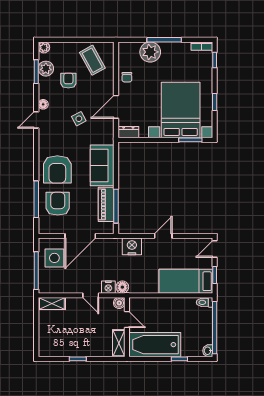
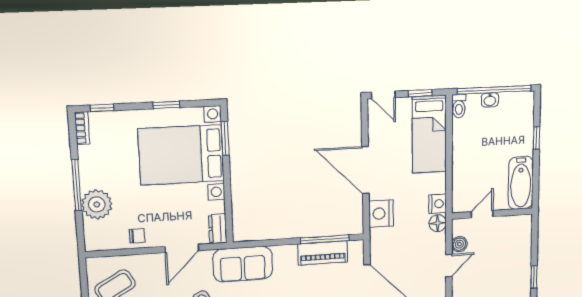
door: (116, 107) -> (182, 249), hinge flipped
sofa: (102, 165) -> (243, 264), moved
door: (163, 236) -> (365, 170), width x1.87
nightstand: (108, 287) -> (438, 204), moved
boiler: (119, 303) -> (459, 244), moved
shelving: (119, 343) -> (514, 223), removed
bathtub: (155, 345) -> (521, 183), width x0.73, depth x0.73
washbasin: (208, 351) -> (490, 100), moved

